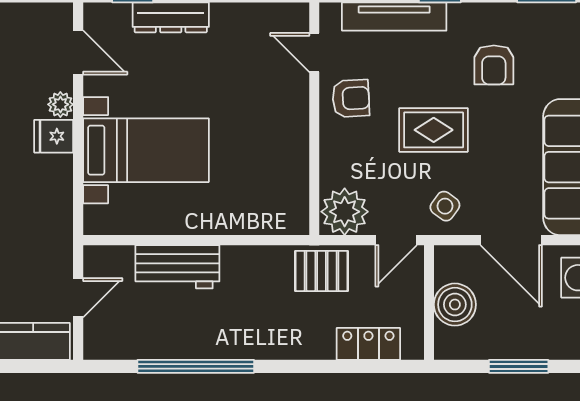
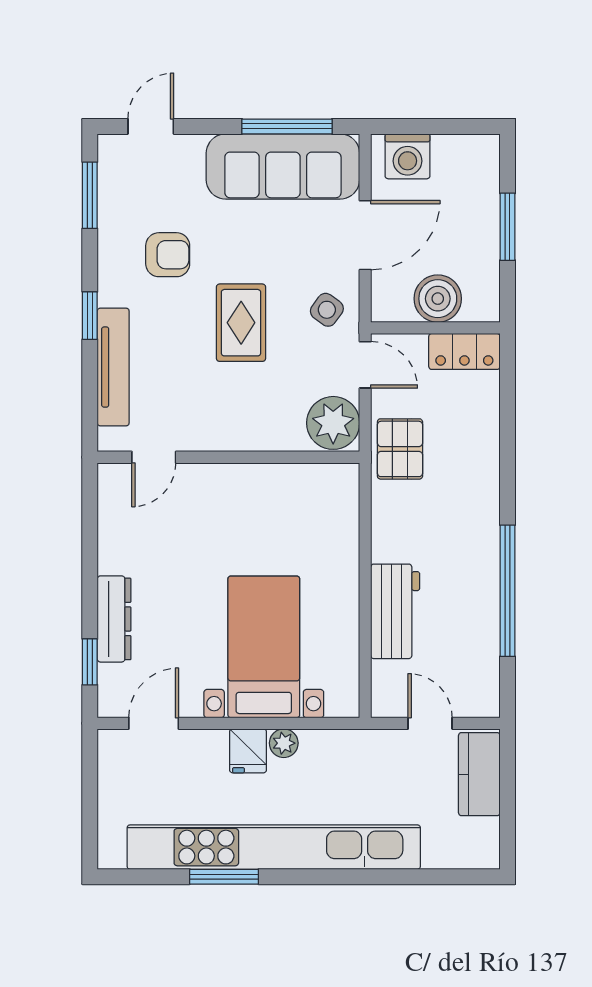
armchair: (351, 98) -> (205, 416), removed
plant: (60, 104) -> (284, 743), moved
locker: (368, 344) -> (464, 351), moved, turned -90

